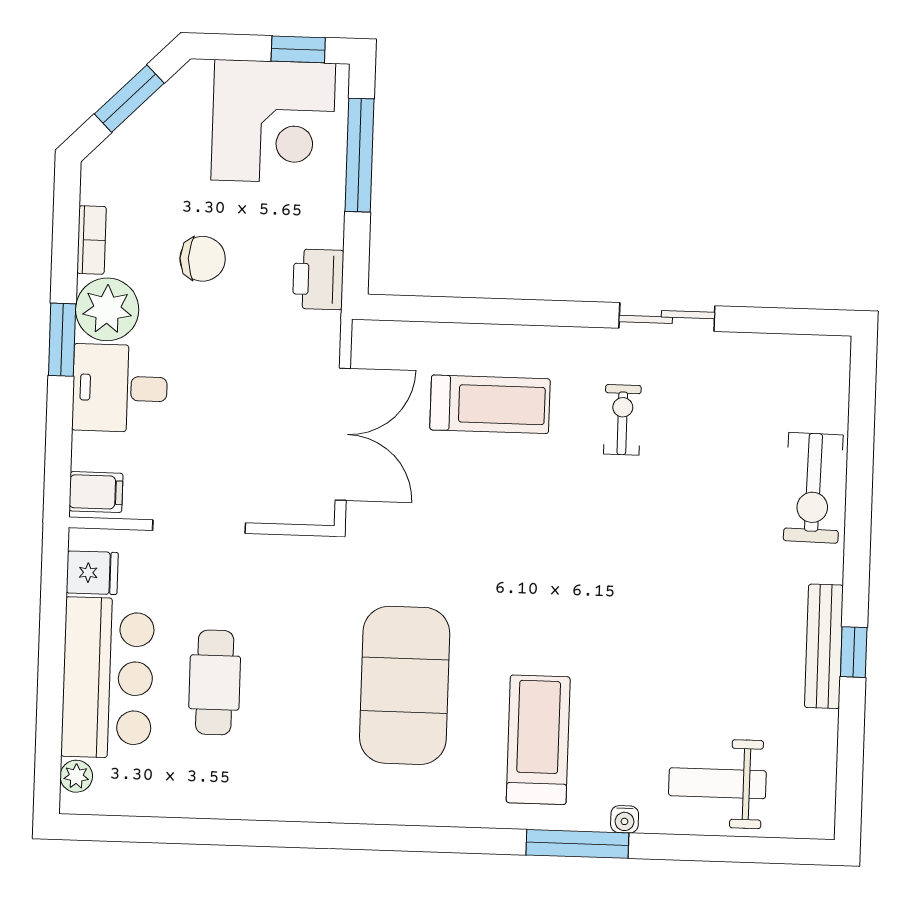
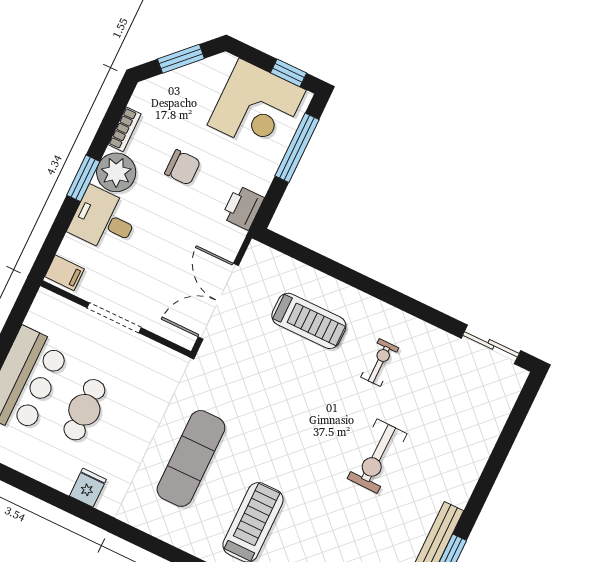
sliding door: (667, 317) -> (491, 344), moved
double door: (343, 434) -> (218, 301), swing flipped
exercise bike: (813, 488) -> (377, 456), moved
fridge: (92, 573) -> (88, 488), moved, turned -90
exercise mat: (405, 685) -> (191, 458), width x0.68

